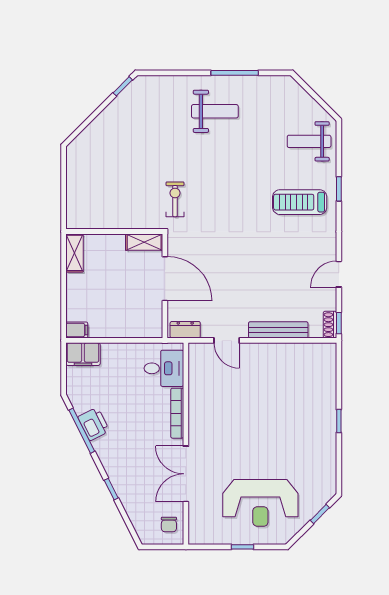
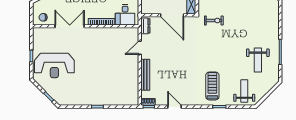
weight bench: (215, 111) -> (258, 60), moved
door: (165, 279) -> (172, 15), hinge flipped
reception desk: (260, 503) -> (54, 65), turned -90

